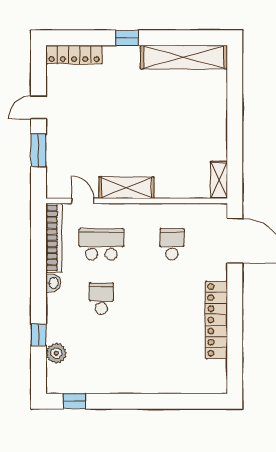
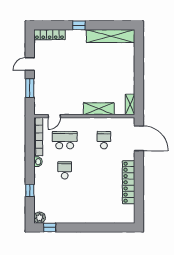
shelving: (127, 188) -> (99, 109), moved
door: (83, 201) -> (54, 116), swing flipped
plant: (56, 353) -> (40, 218), moved

